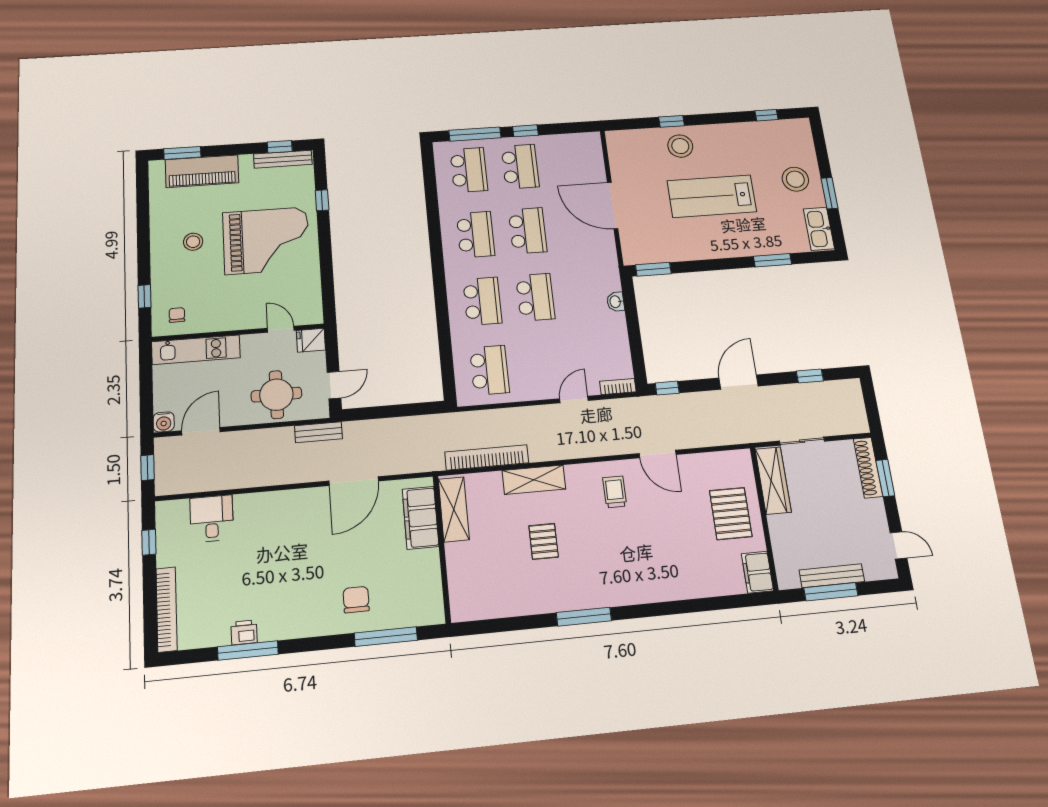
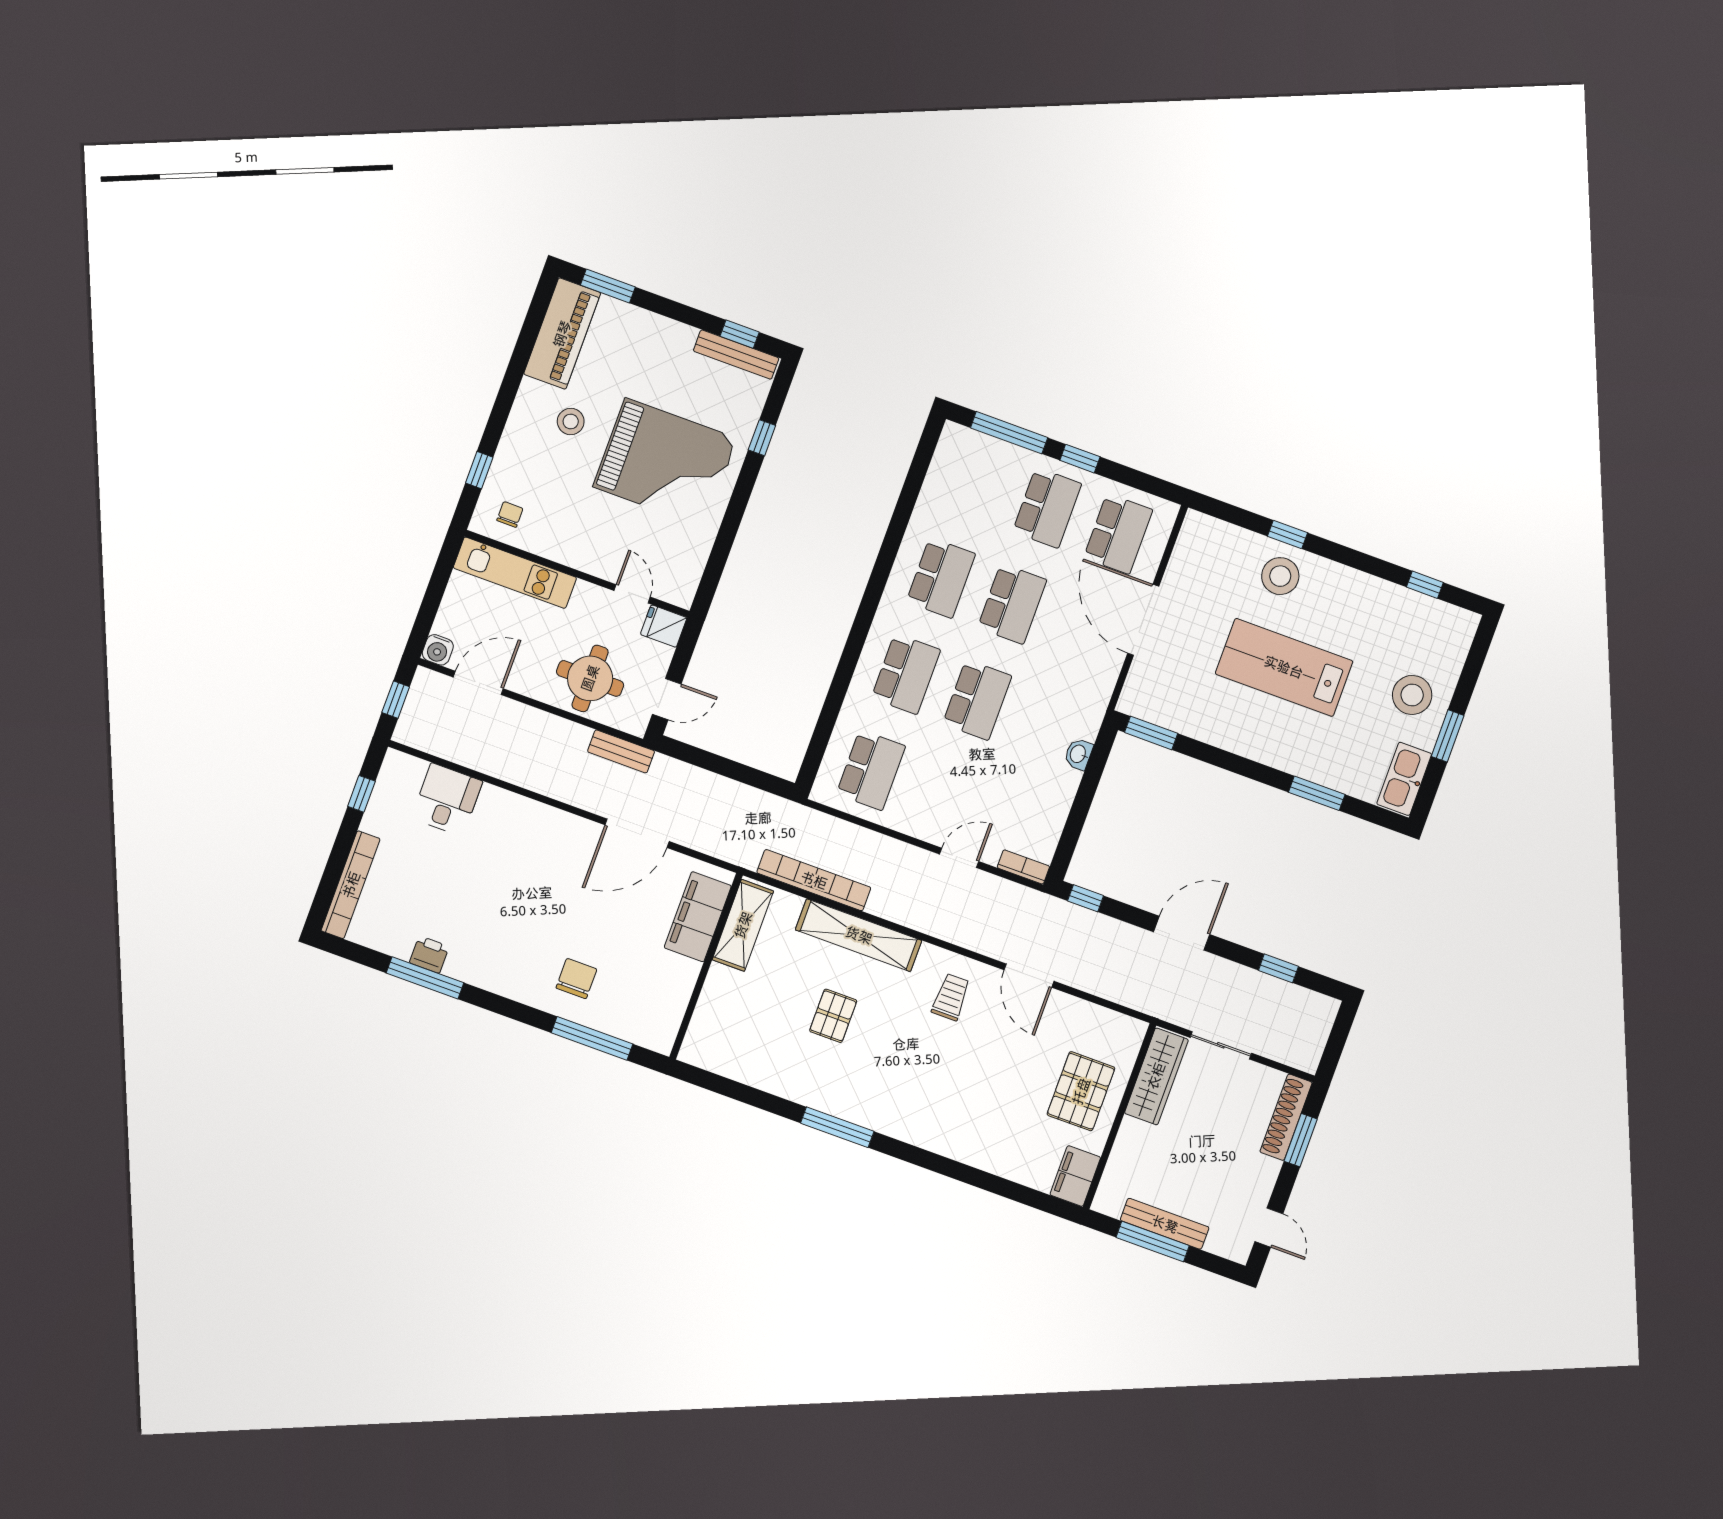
school desk: (469, 170) -> (1118, 534), moved
piano: (202, 171) -> (562, 334), moved, turned -90
shelving: (534, 480) -> (859, 935), width x1.47

